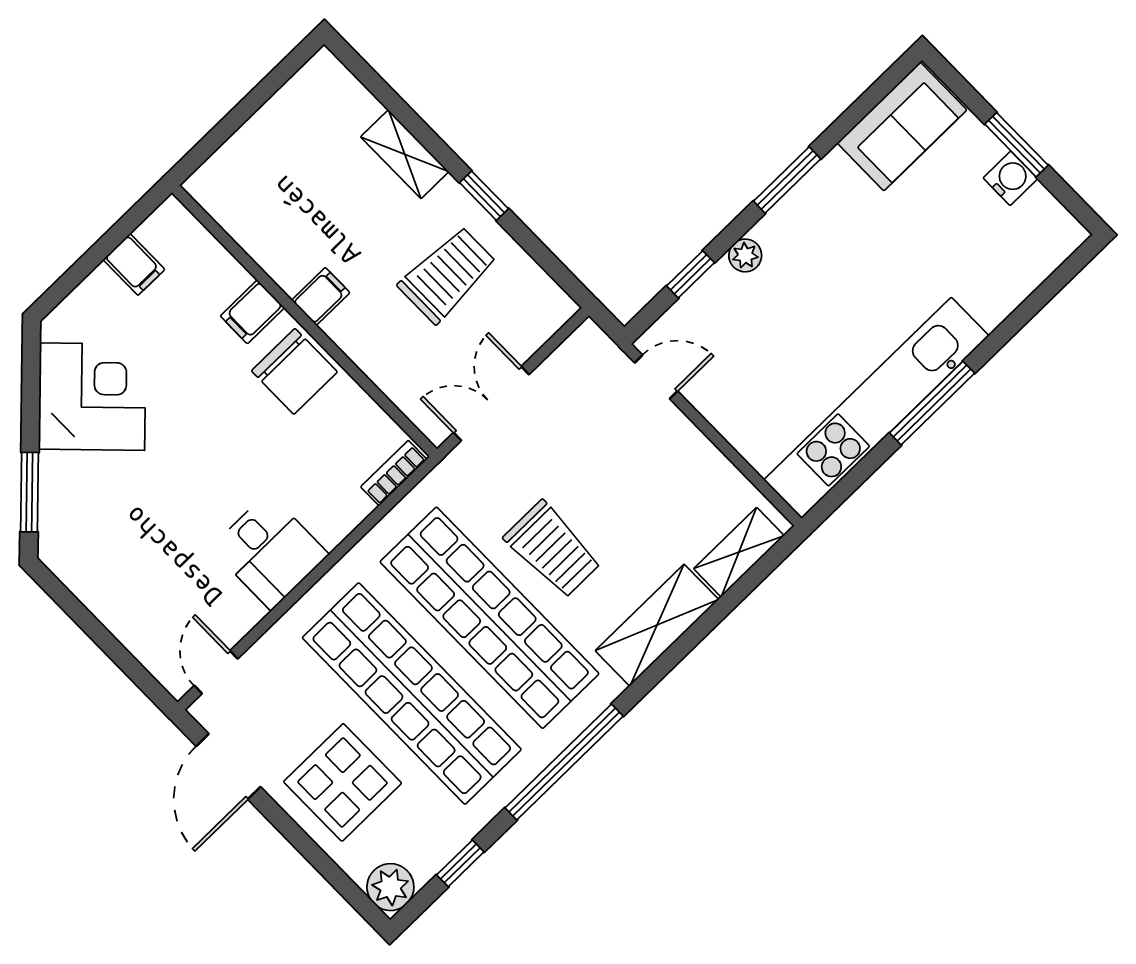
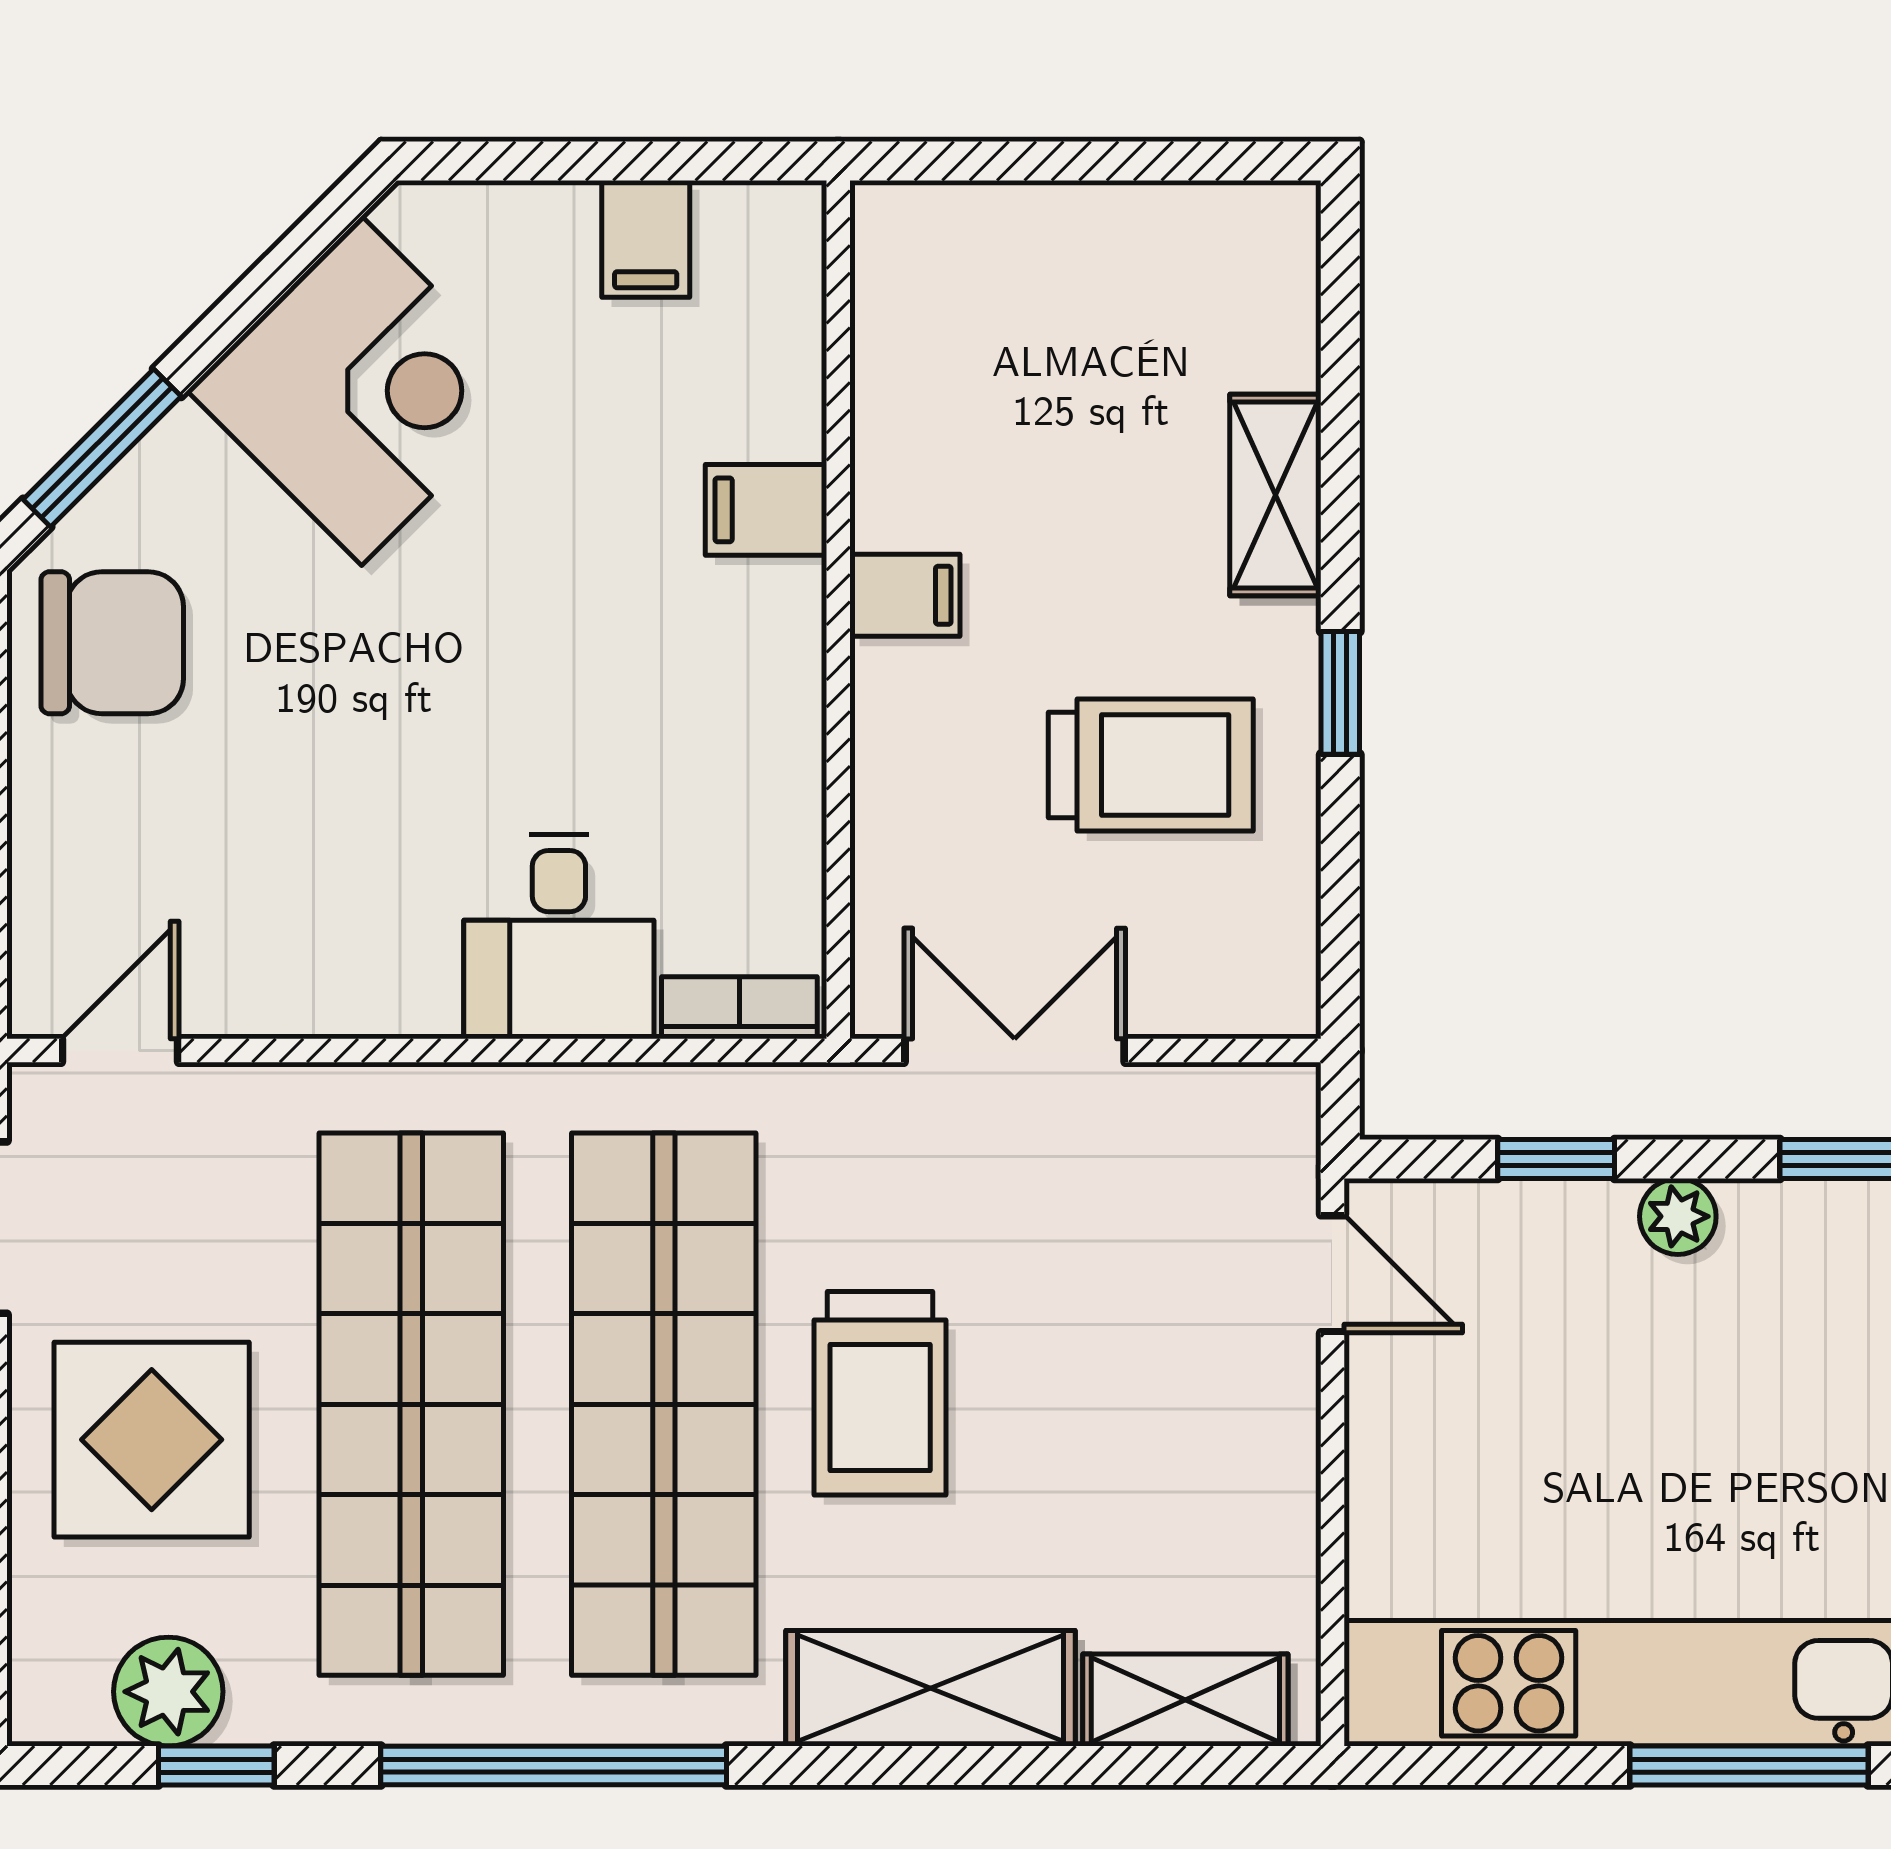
chair: (294, 371) -> (112, 643), moved, turned -90
desk: (270, 551) -> (559, 936), moved
plant: (390, 887) -> (168, 1692), moved

